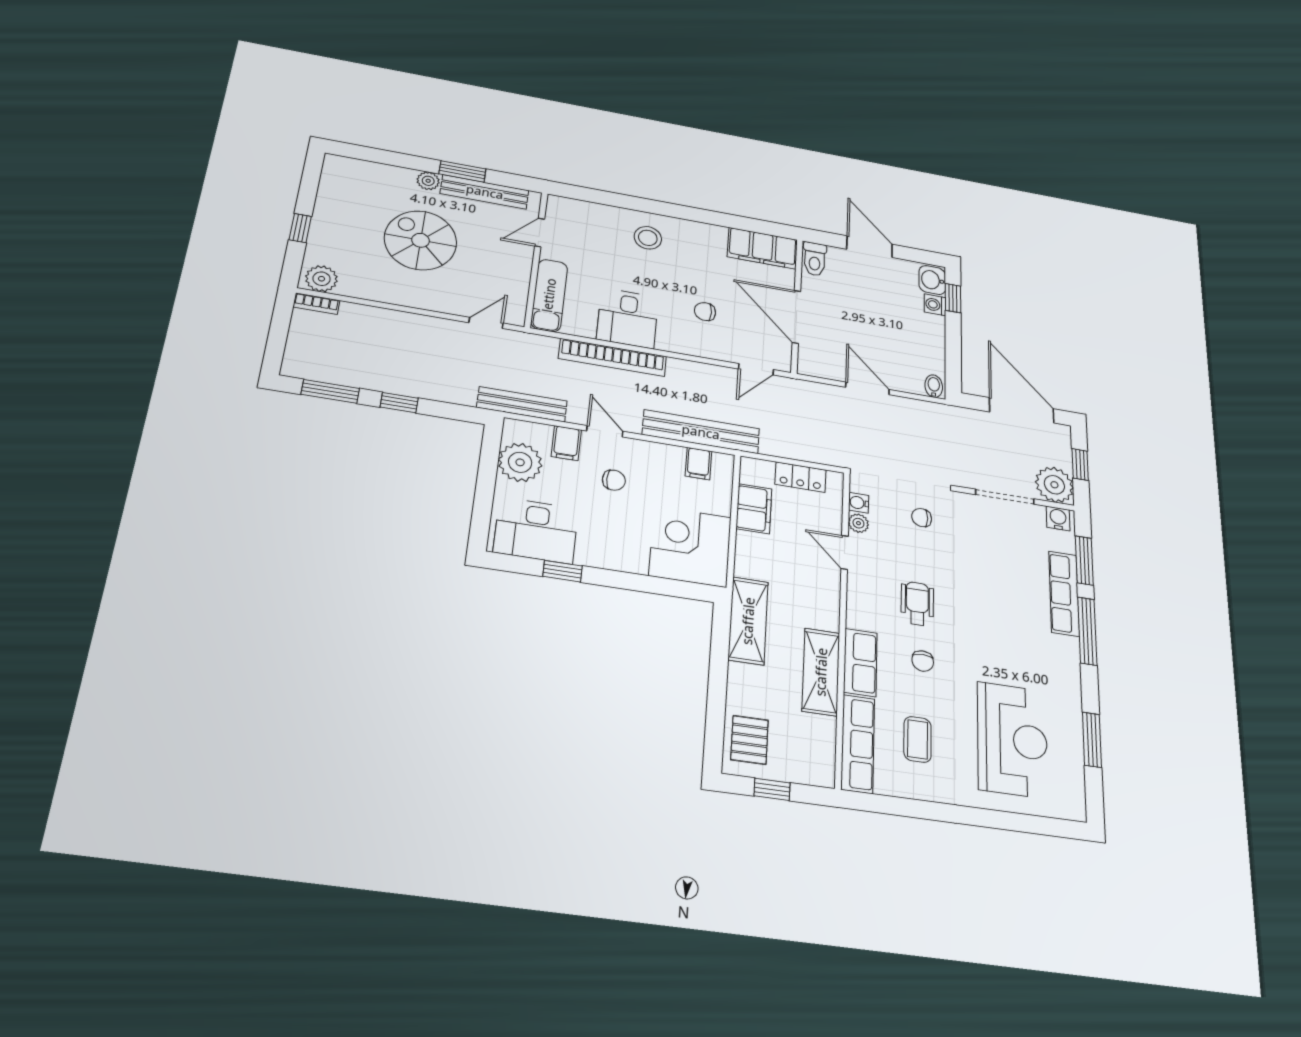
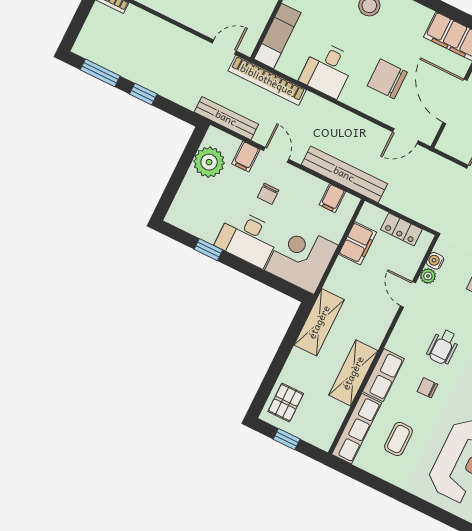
chair: (705, 312) -> (387, 79), width x1.87, depth x1.87
bookcase: (613, 357) -> (267, 80), moved
chair: (614, 480) -> (268, 194), turned 90
desk: (536, 530) -> (248, 238), moved
wheelchair: (917, 604) -> (443, 347), turned 180
chair: (923, 661) -> (427, 388), turned 89

